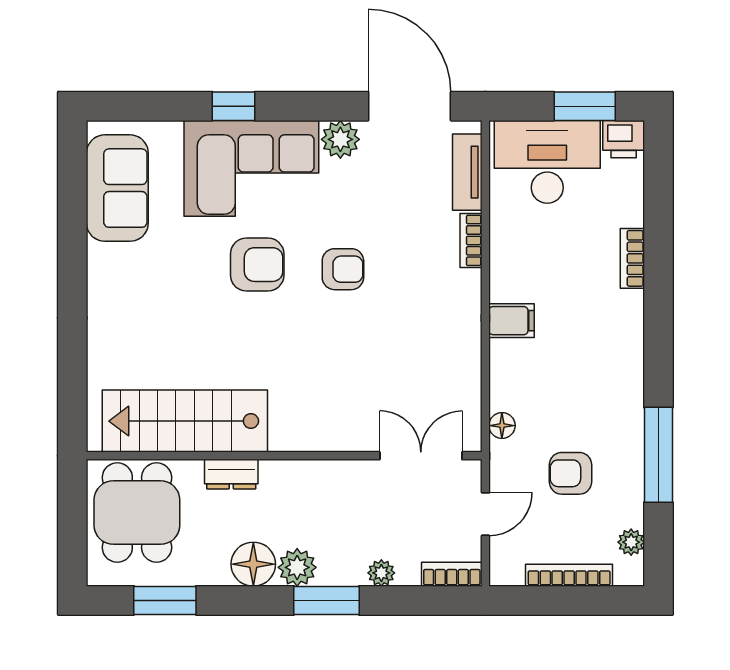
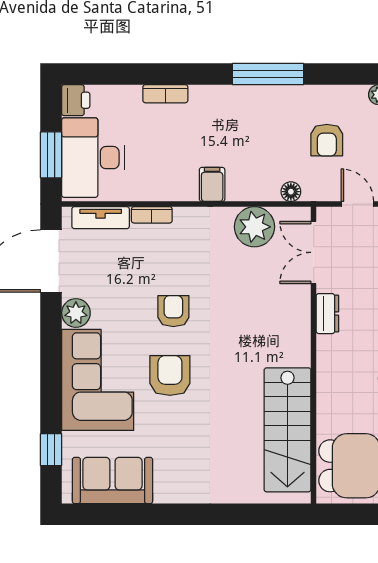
window: (233, 106) -> (51, 450), moved
window: (585, 106) -> (51, 155), moved
plant: (455, 377) -> (254, 227), added
window: (658, 455) -> (268, 74), moved
dresser: (231, 474) -> (327, 314), moved

